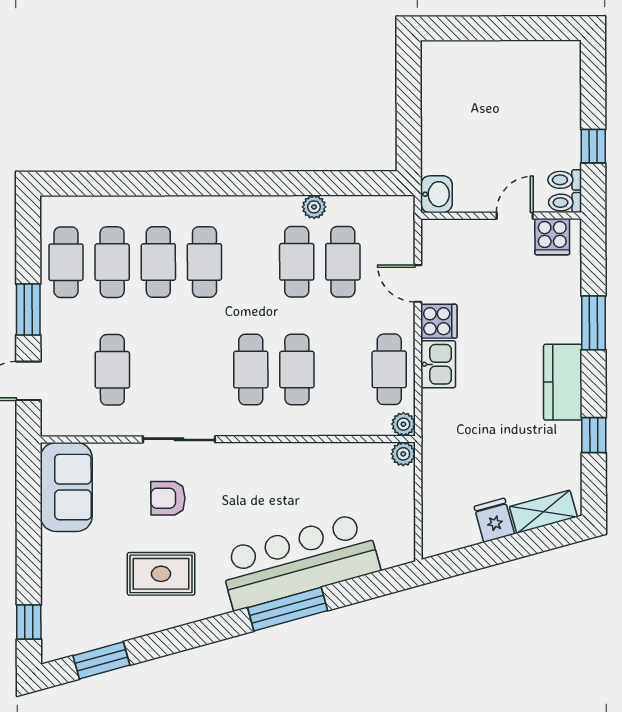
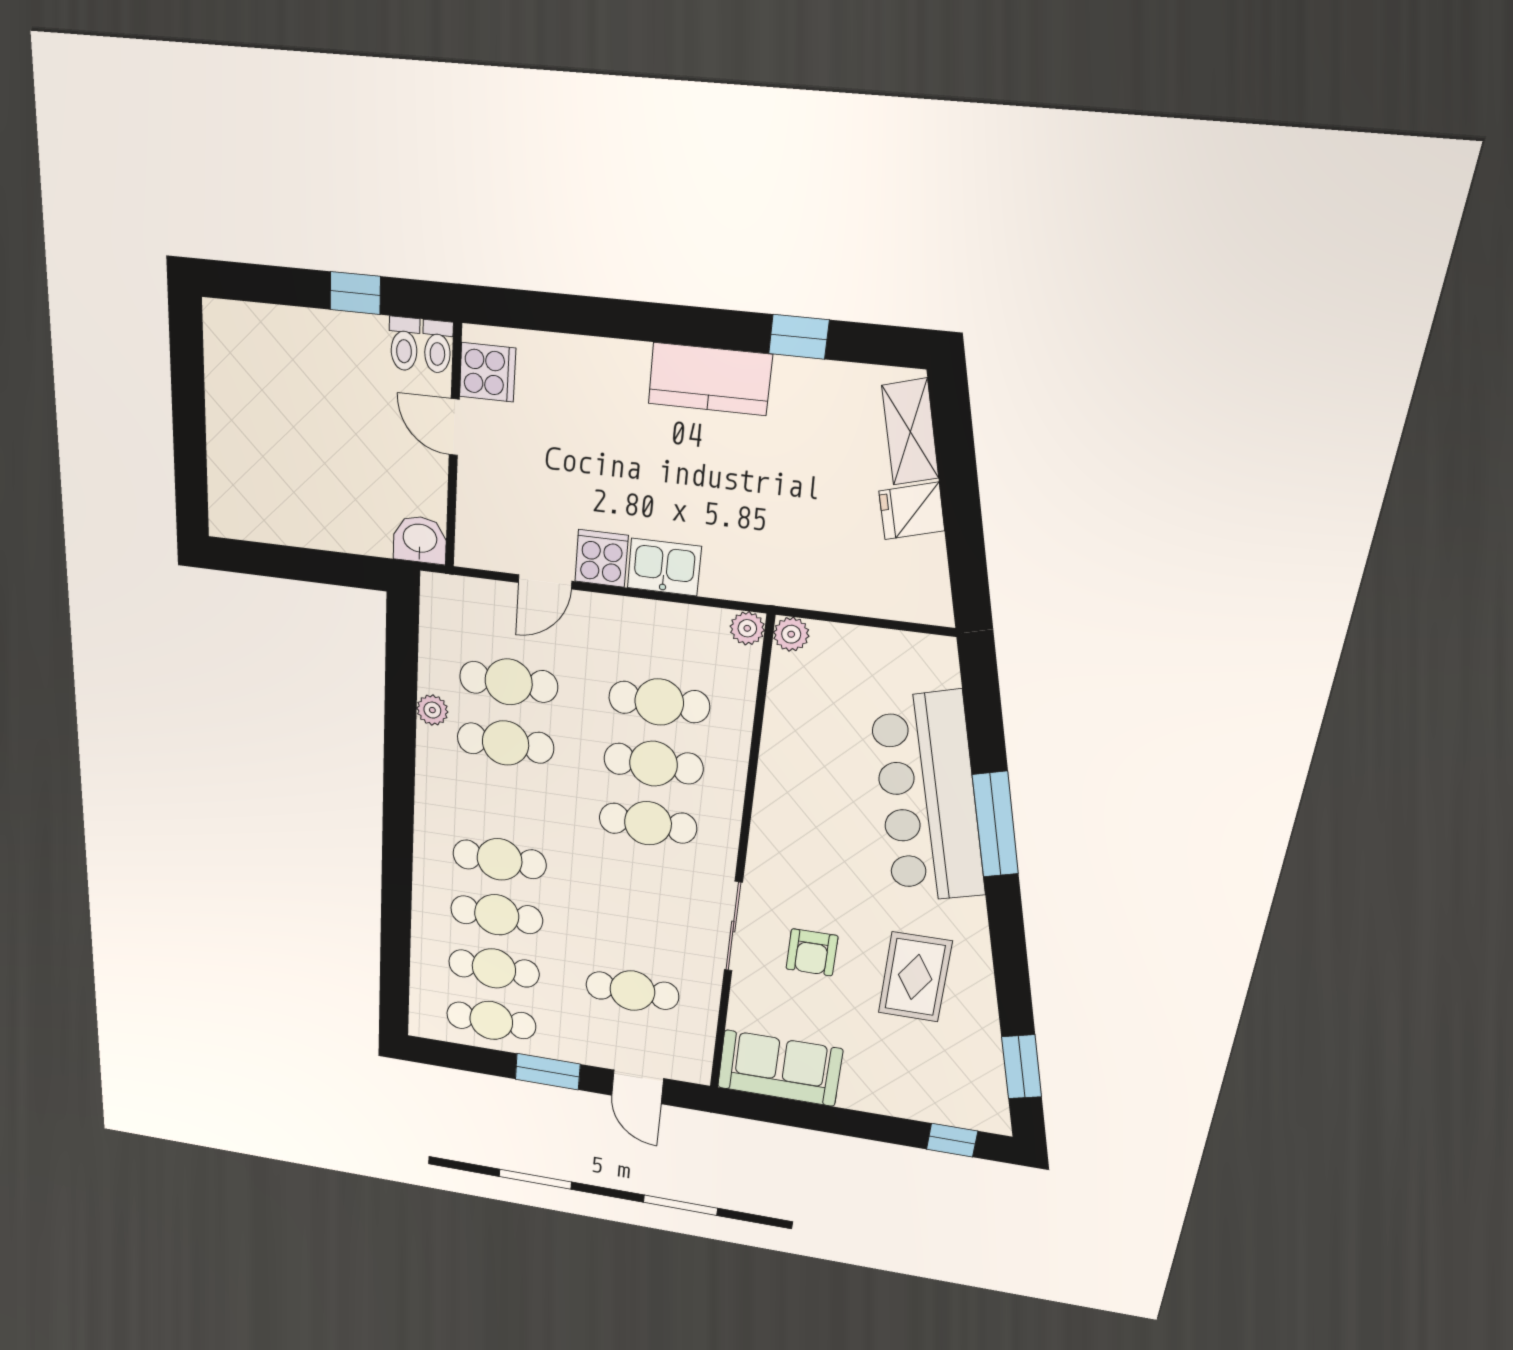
window: (594, 323) -> (622, 319), removed
cafe table: (389, 369) -> (659, 702), moved

